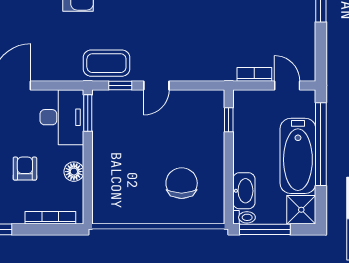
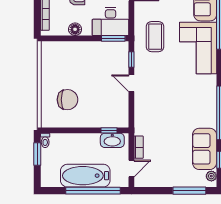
coffee table: (106, 63) -> (155, 37), moved
washbasin: (244, 191) -> (112, 140), moved
shower: (301, 210) -> (50, 178), removed
window: (265, 229) -> (37, 154), width x0.69

